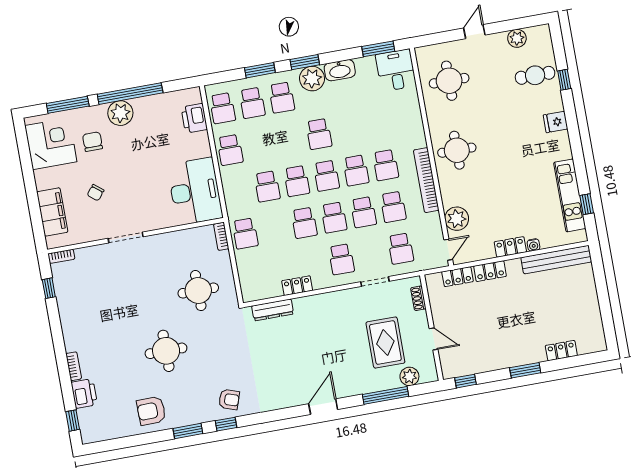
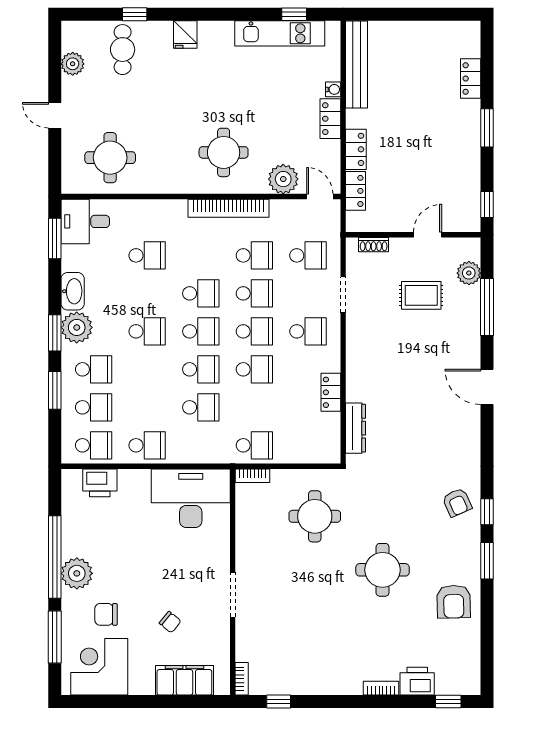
round table: (457, 150) -> (224, 152), moved
school desk: (386, 165) -> (147, 255), moved
rug: (385, 343) -> (421, 295), width x0.73, depth x0.70
armchair: (229, 399) -> (457, 502), turned 137

